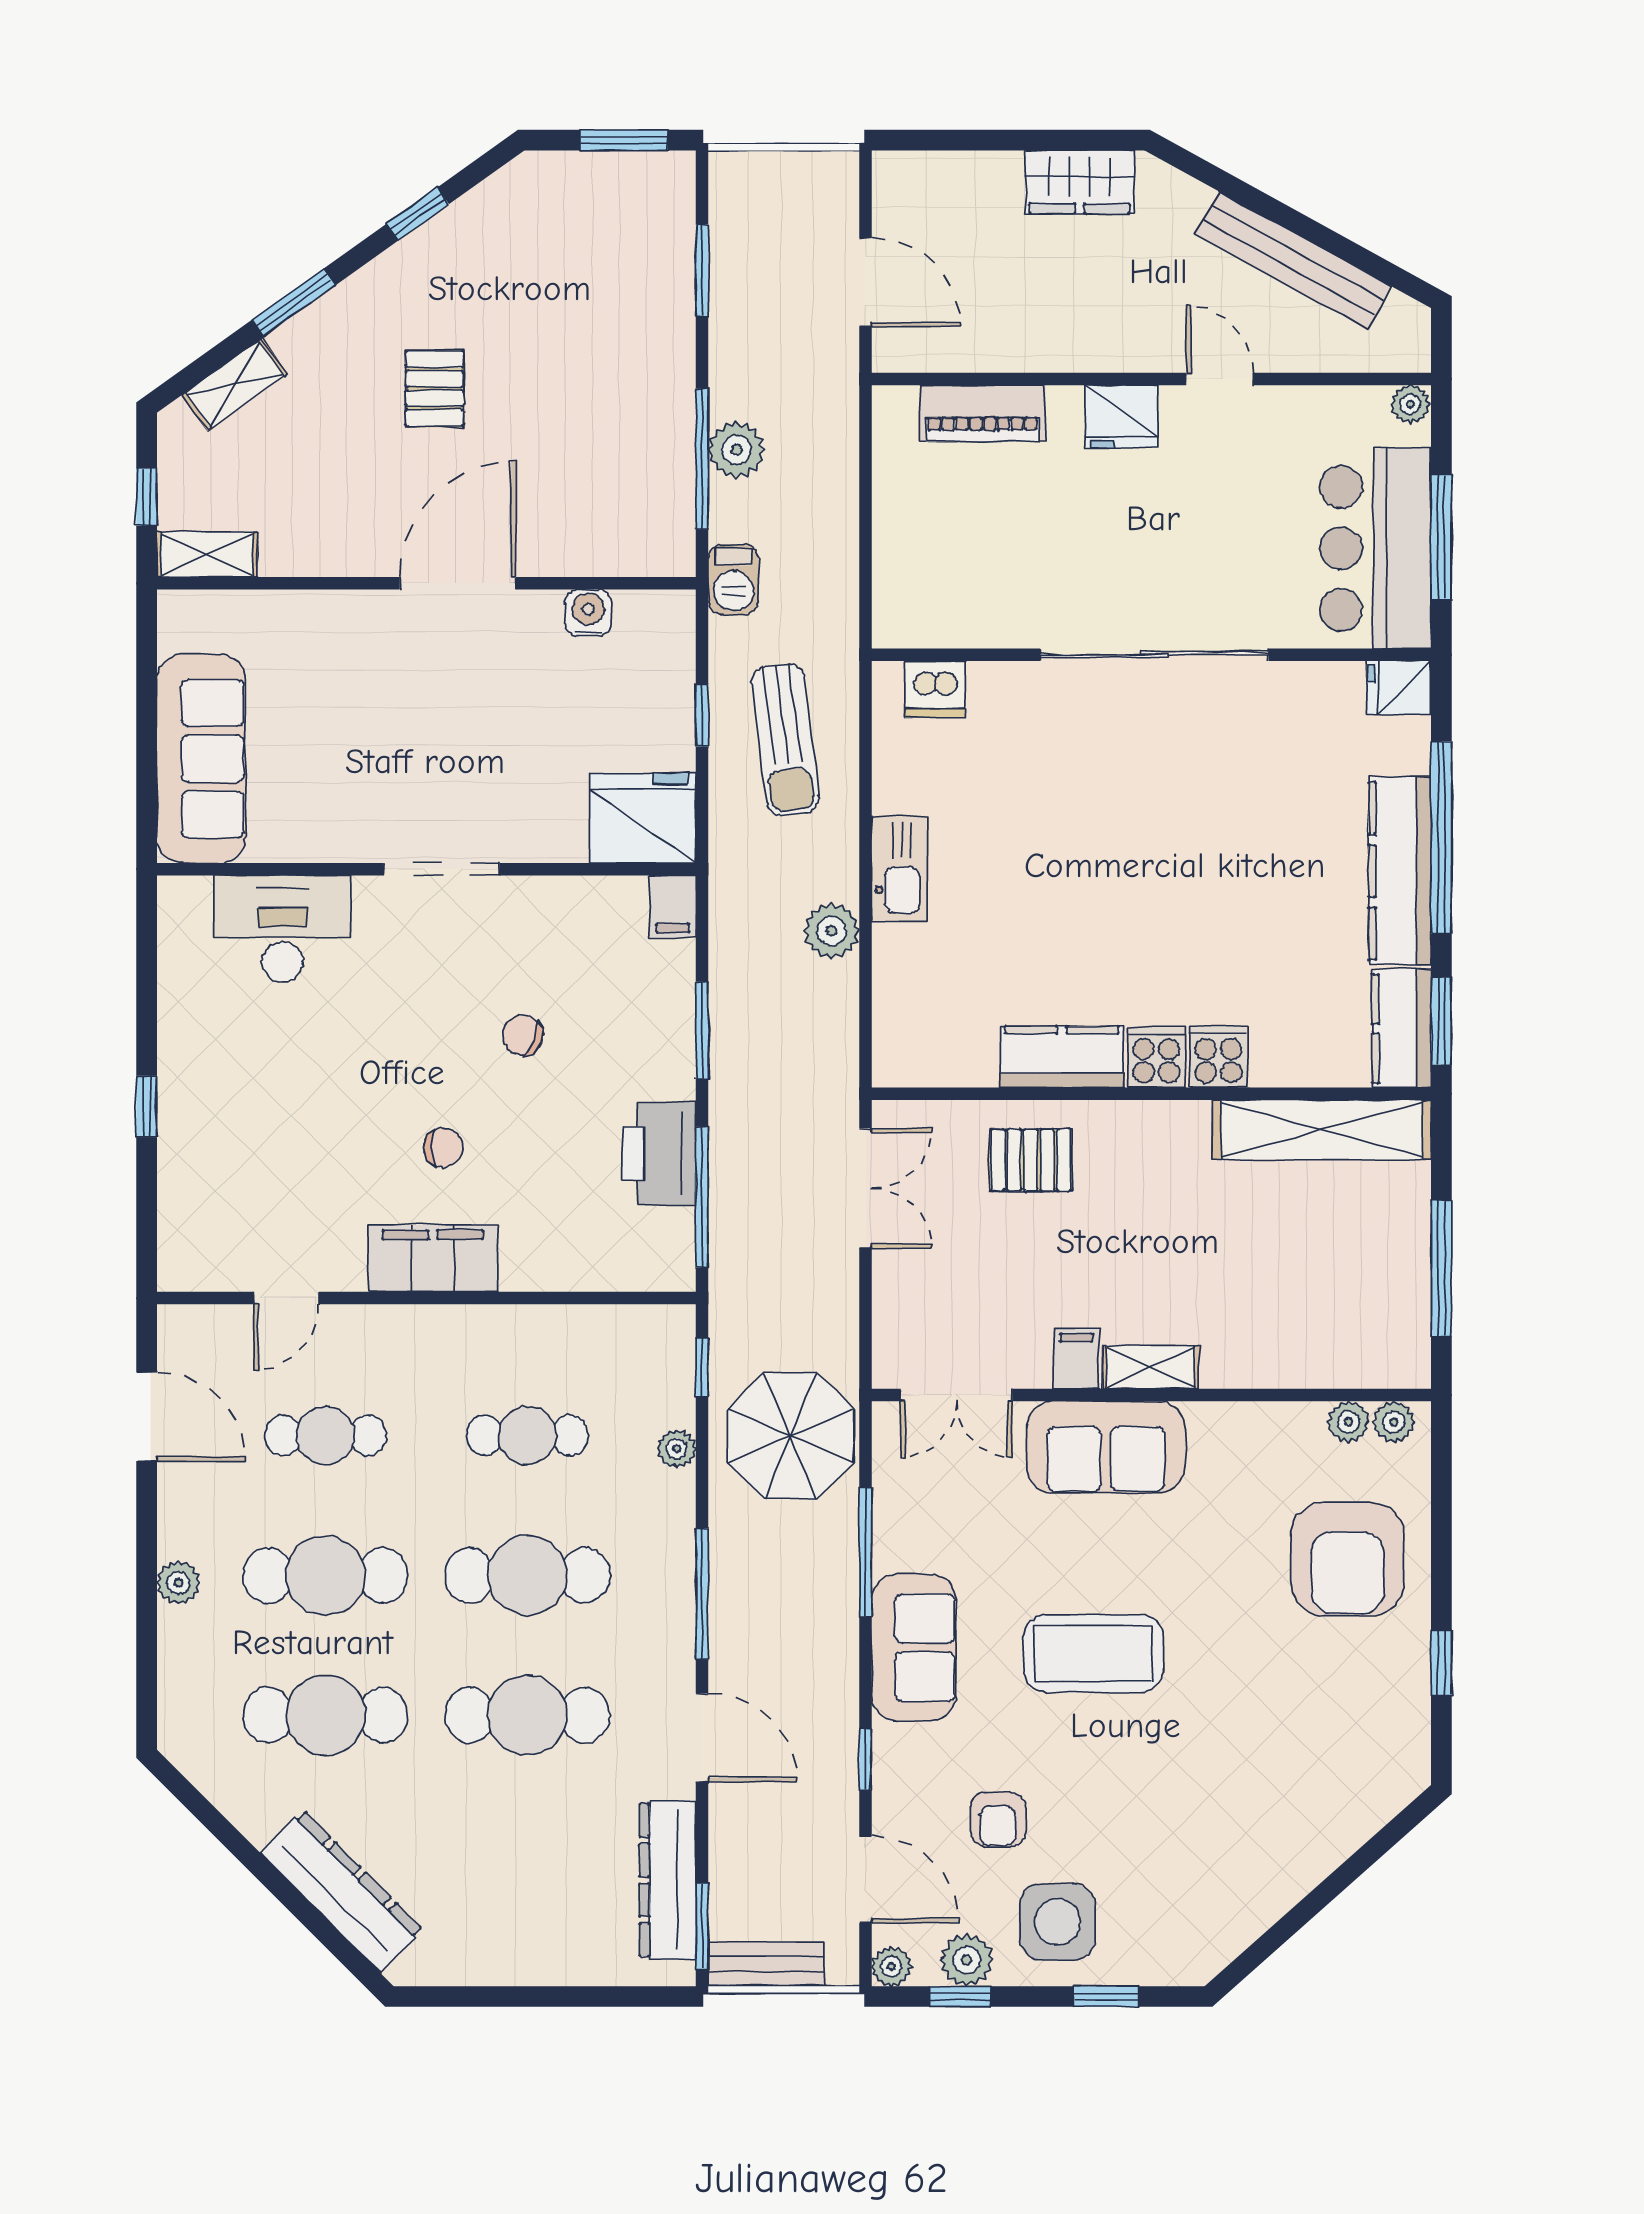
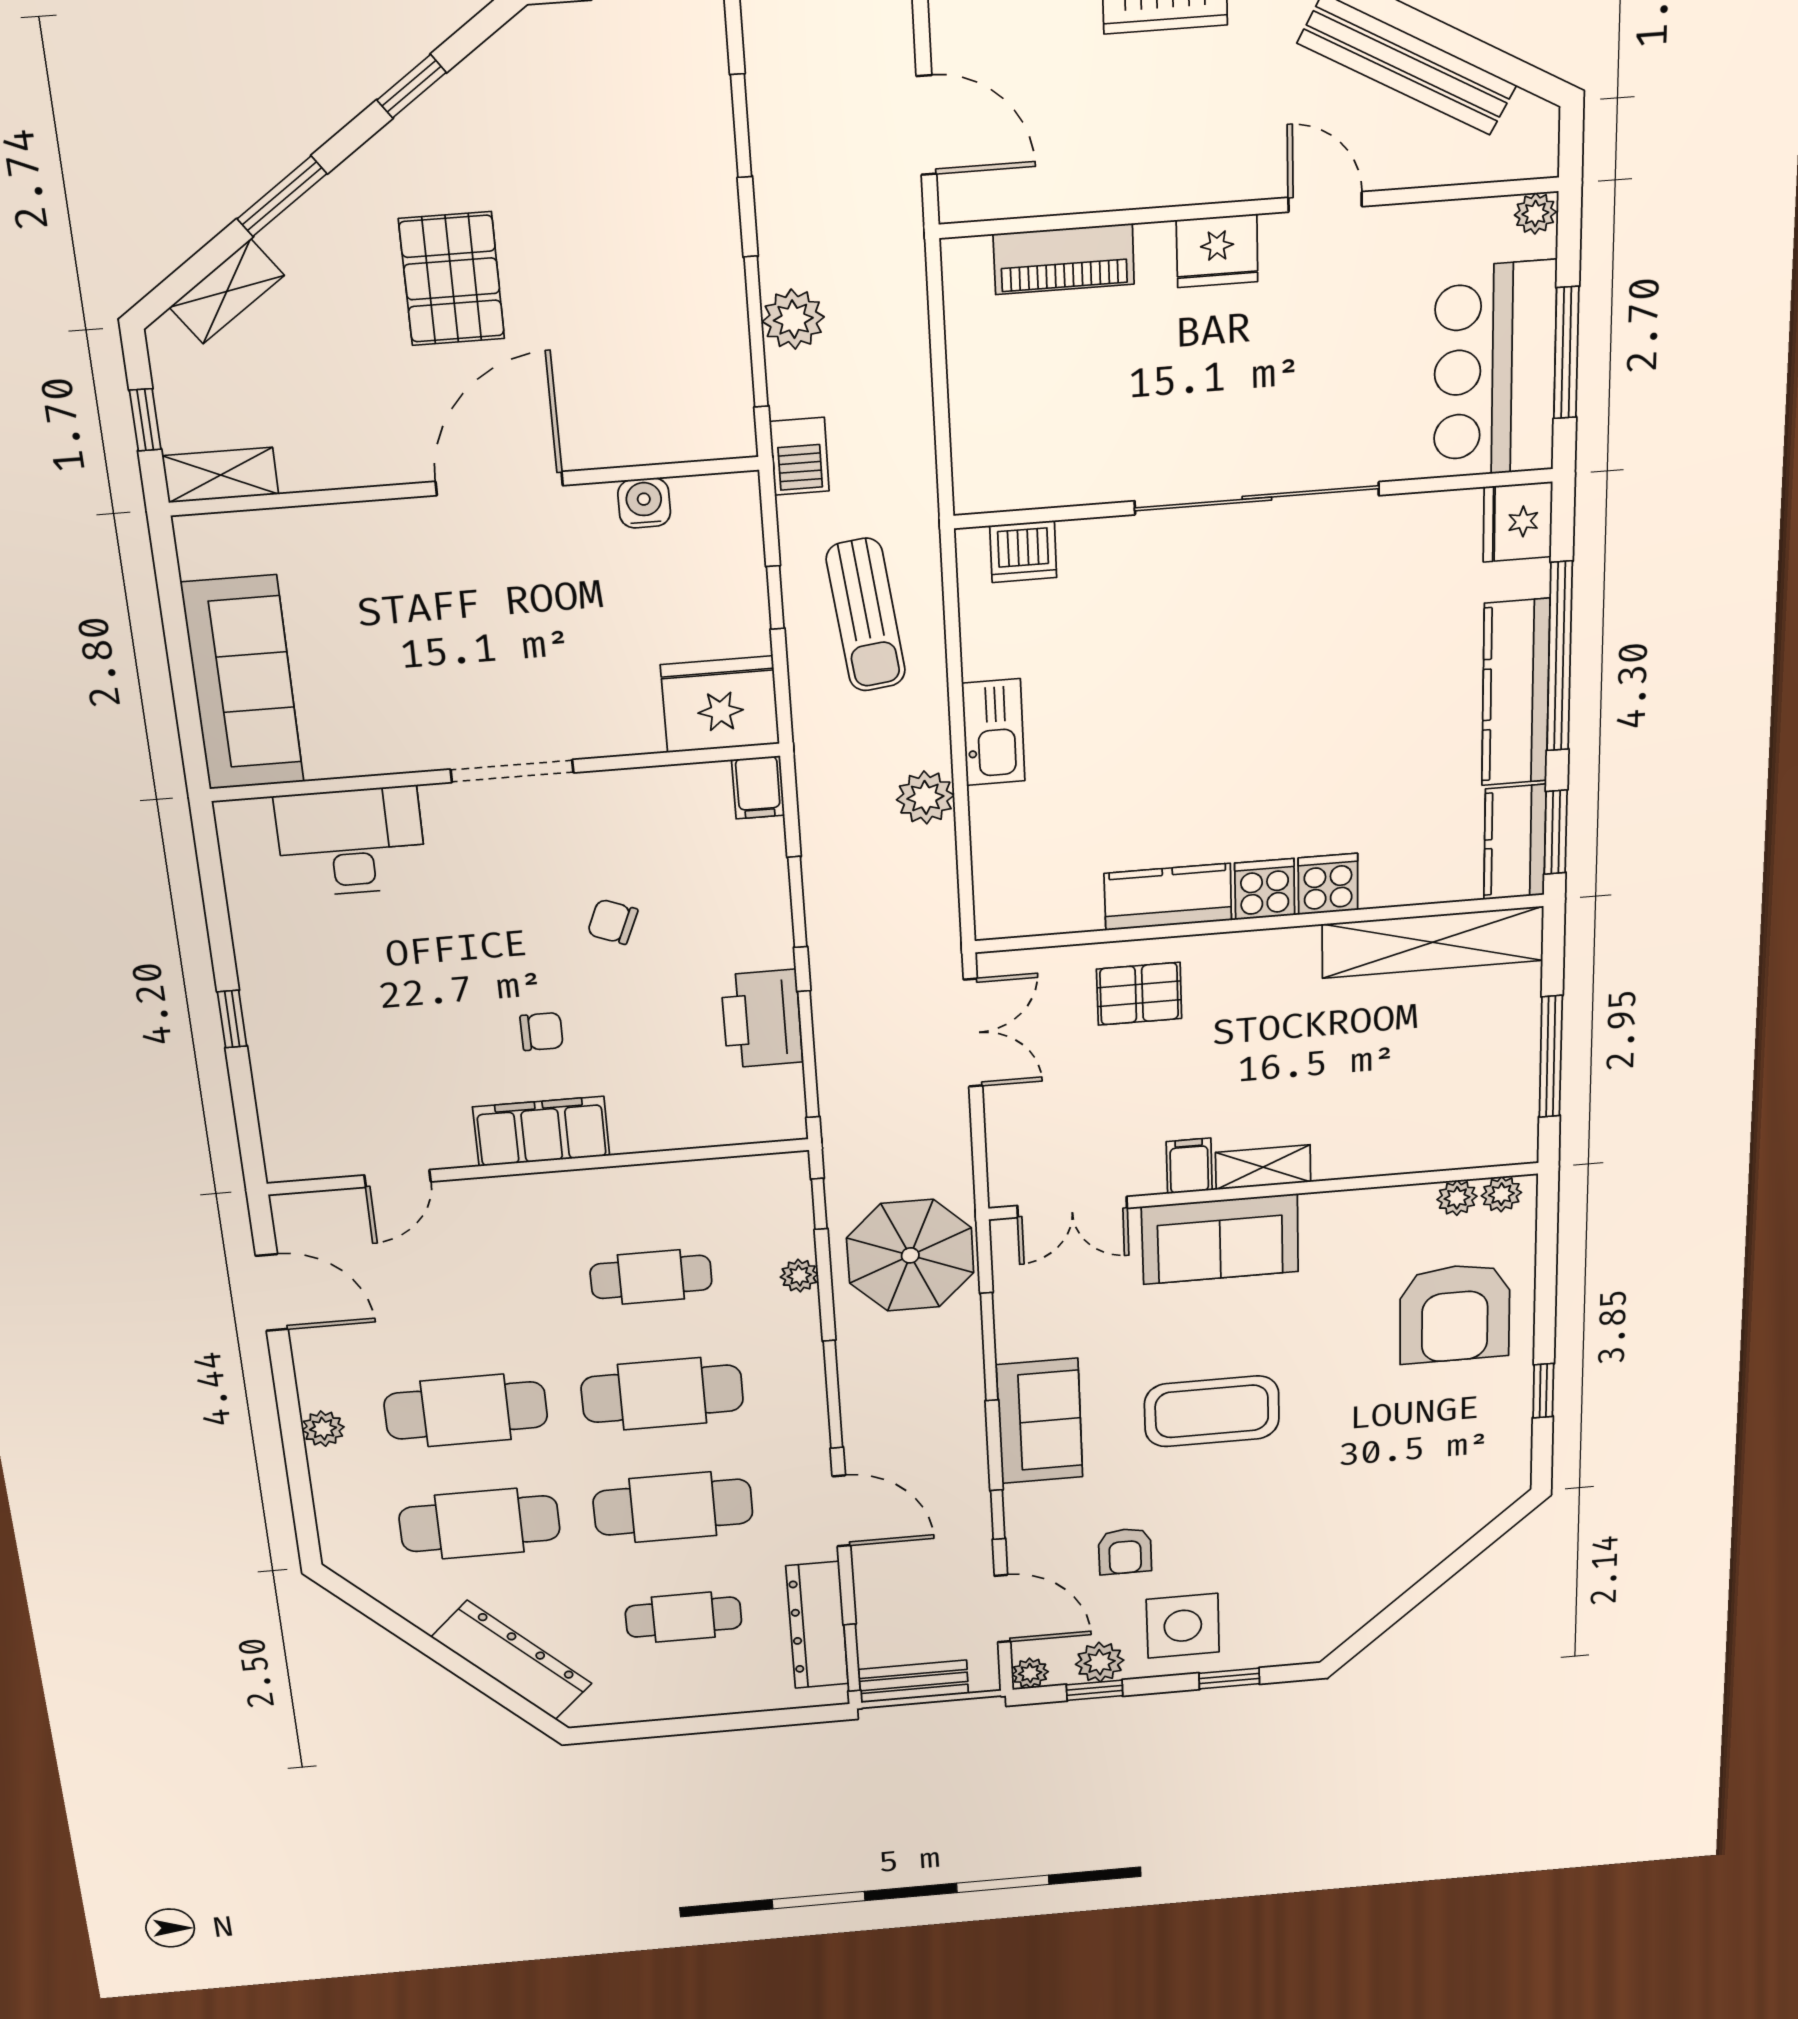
pallet: (435, 389) -> (452, 279), width x1.50, depth x1.42
fridge: (1399, 688) -> (1518, 522), width x1.38
cafe table: (325, 1436) -> (683, 1617), moved

